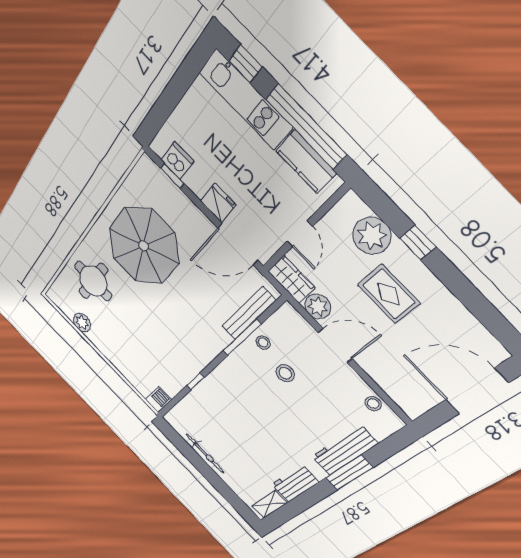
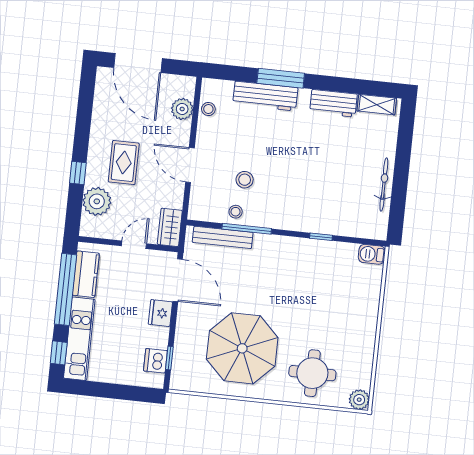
plant: (318, 306) -> (182, 109), moved
plant: (82, 323) -> (359, 400), moved

